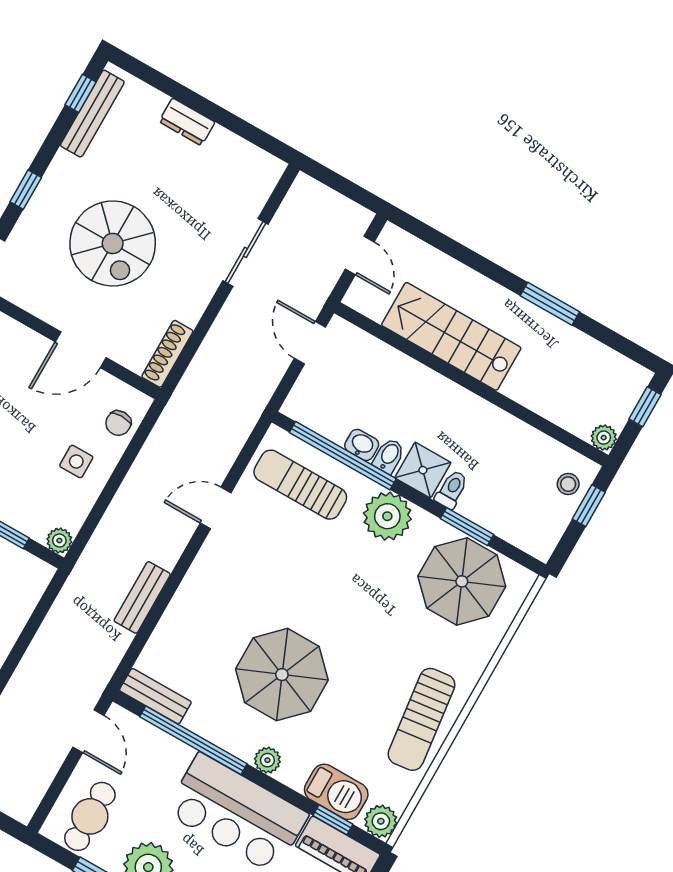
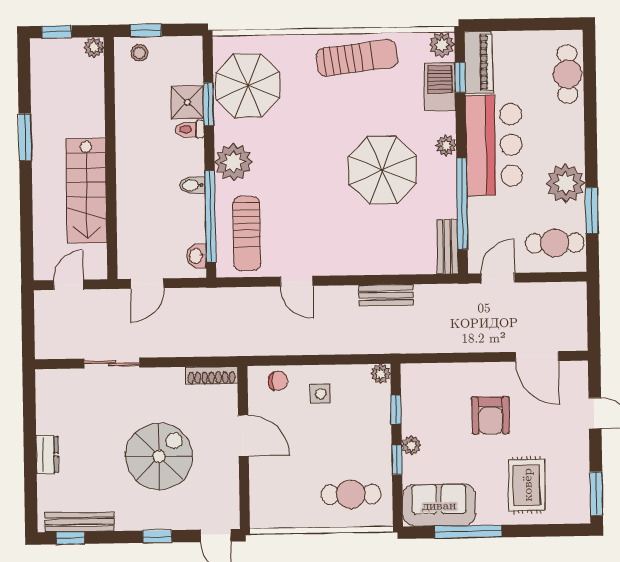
washbasin: (362, 445) -> (196, 256), moved
shower: (423, 470) -> (187, 102), moved

